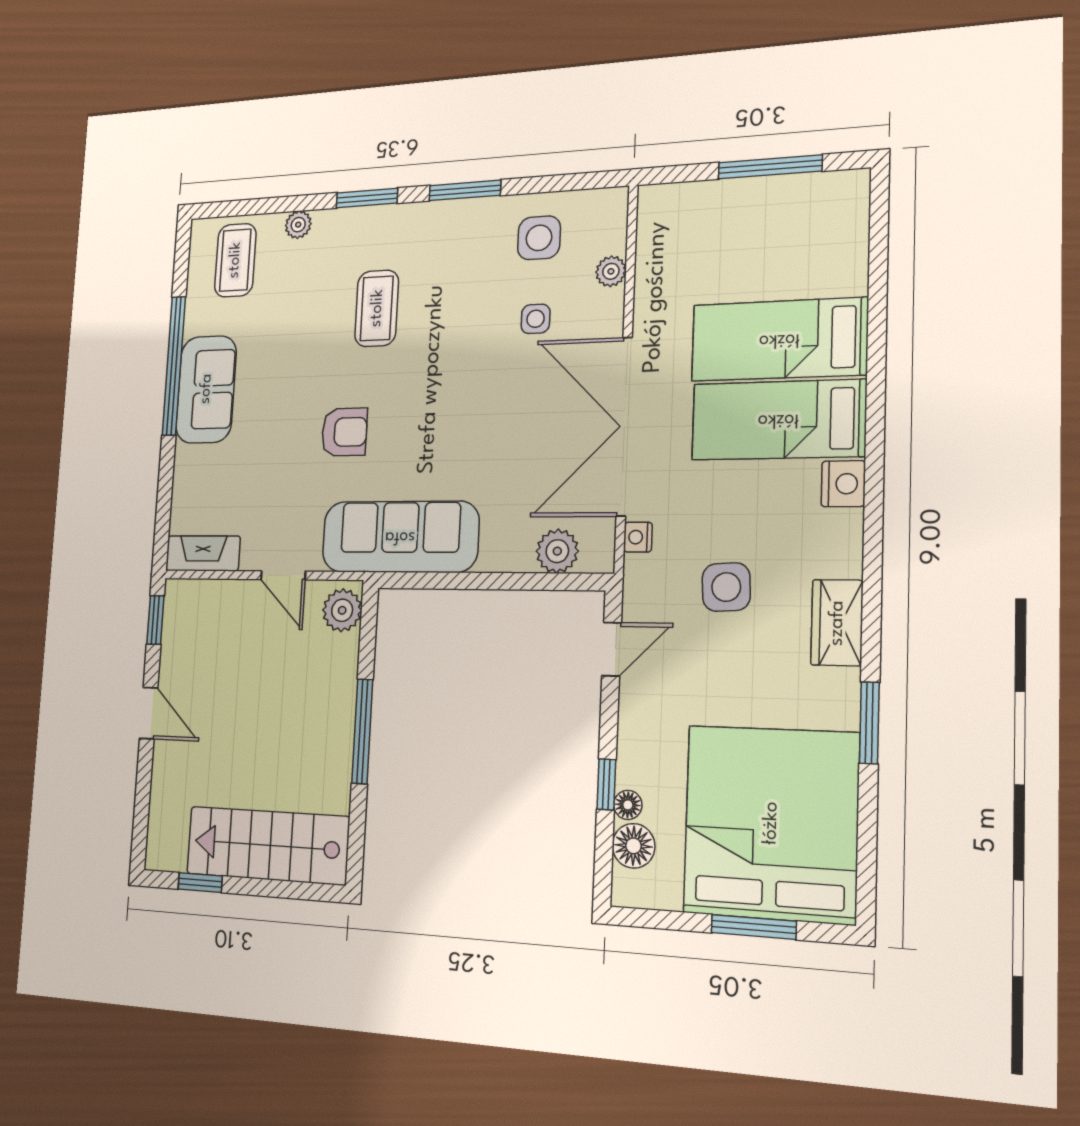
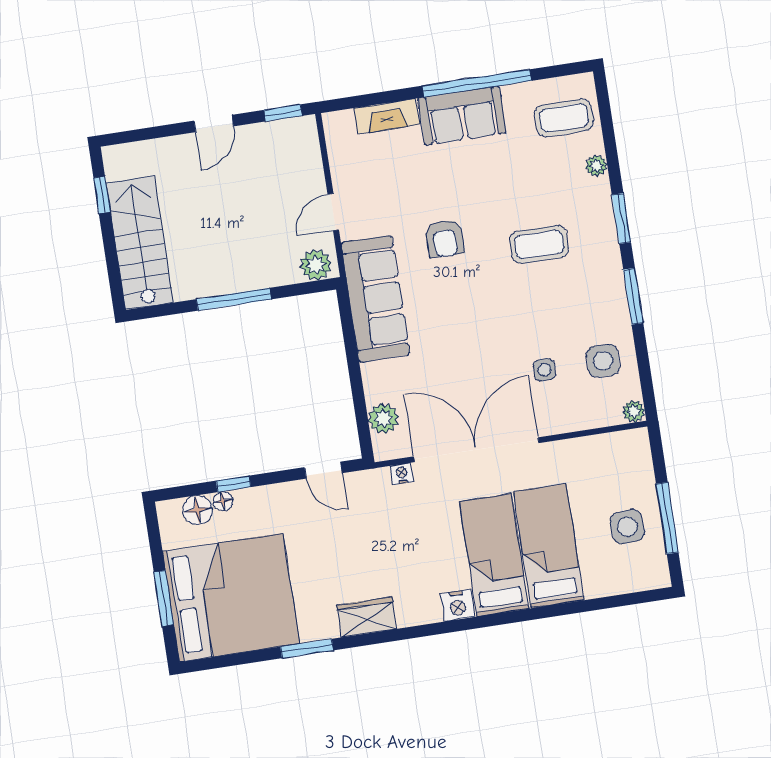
plant: (611, 271) -> (634, 411), moved
fireplace: (203, 553) -> (387, 116), moved, turned 90
side table: (726, 587) -> (627, 527), moved

